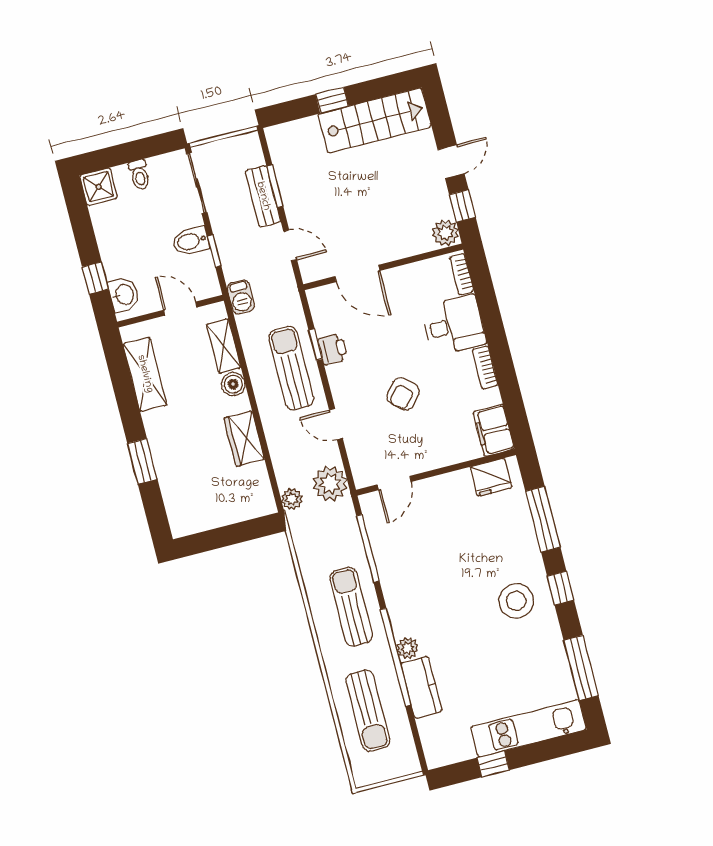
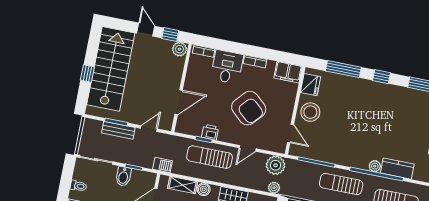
stairs: (375, 120) -> (111, 69), width x1.36, depth x1.51
armchair: (403, 394) -> (249, 108), width x1.88, depth x1.88
stool: (516, 601) -> (310, 112), moved

